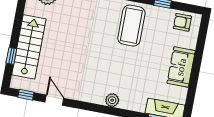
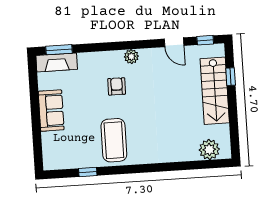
armchair: (182, 22) -> (117, 86), moved, turned -90
plant: (112, 100) -> (131, 57), moved

